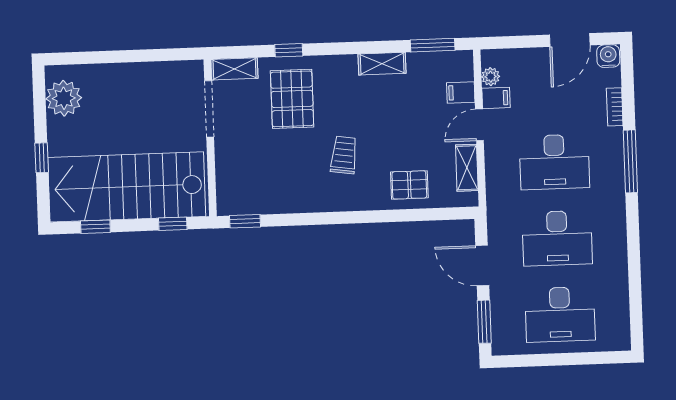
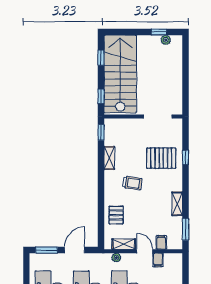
shelving: (234, 69) -> (109, 158), moved
plant: (491, 77) -> (116, 258), moved
plant: (64, 98) -> (166, 40), width x0.53, depth x0.53
window: (42, 158) -> (159, 32), moved

